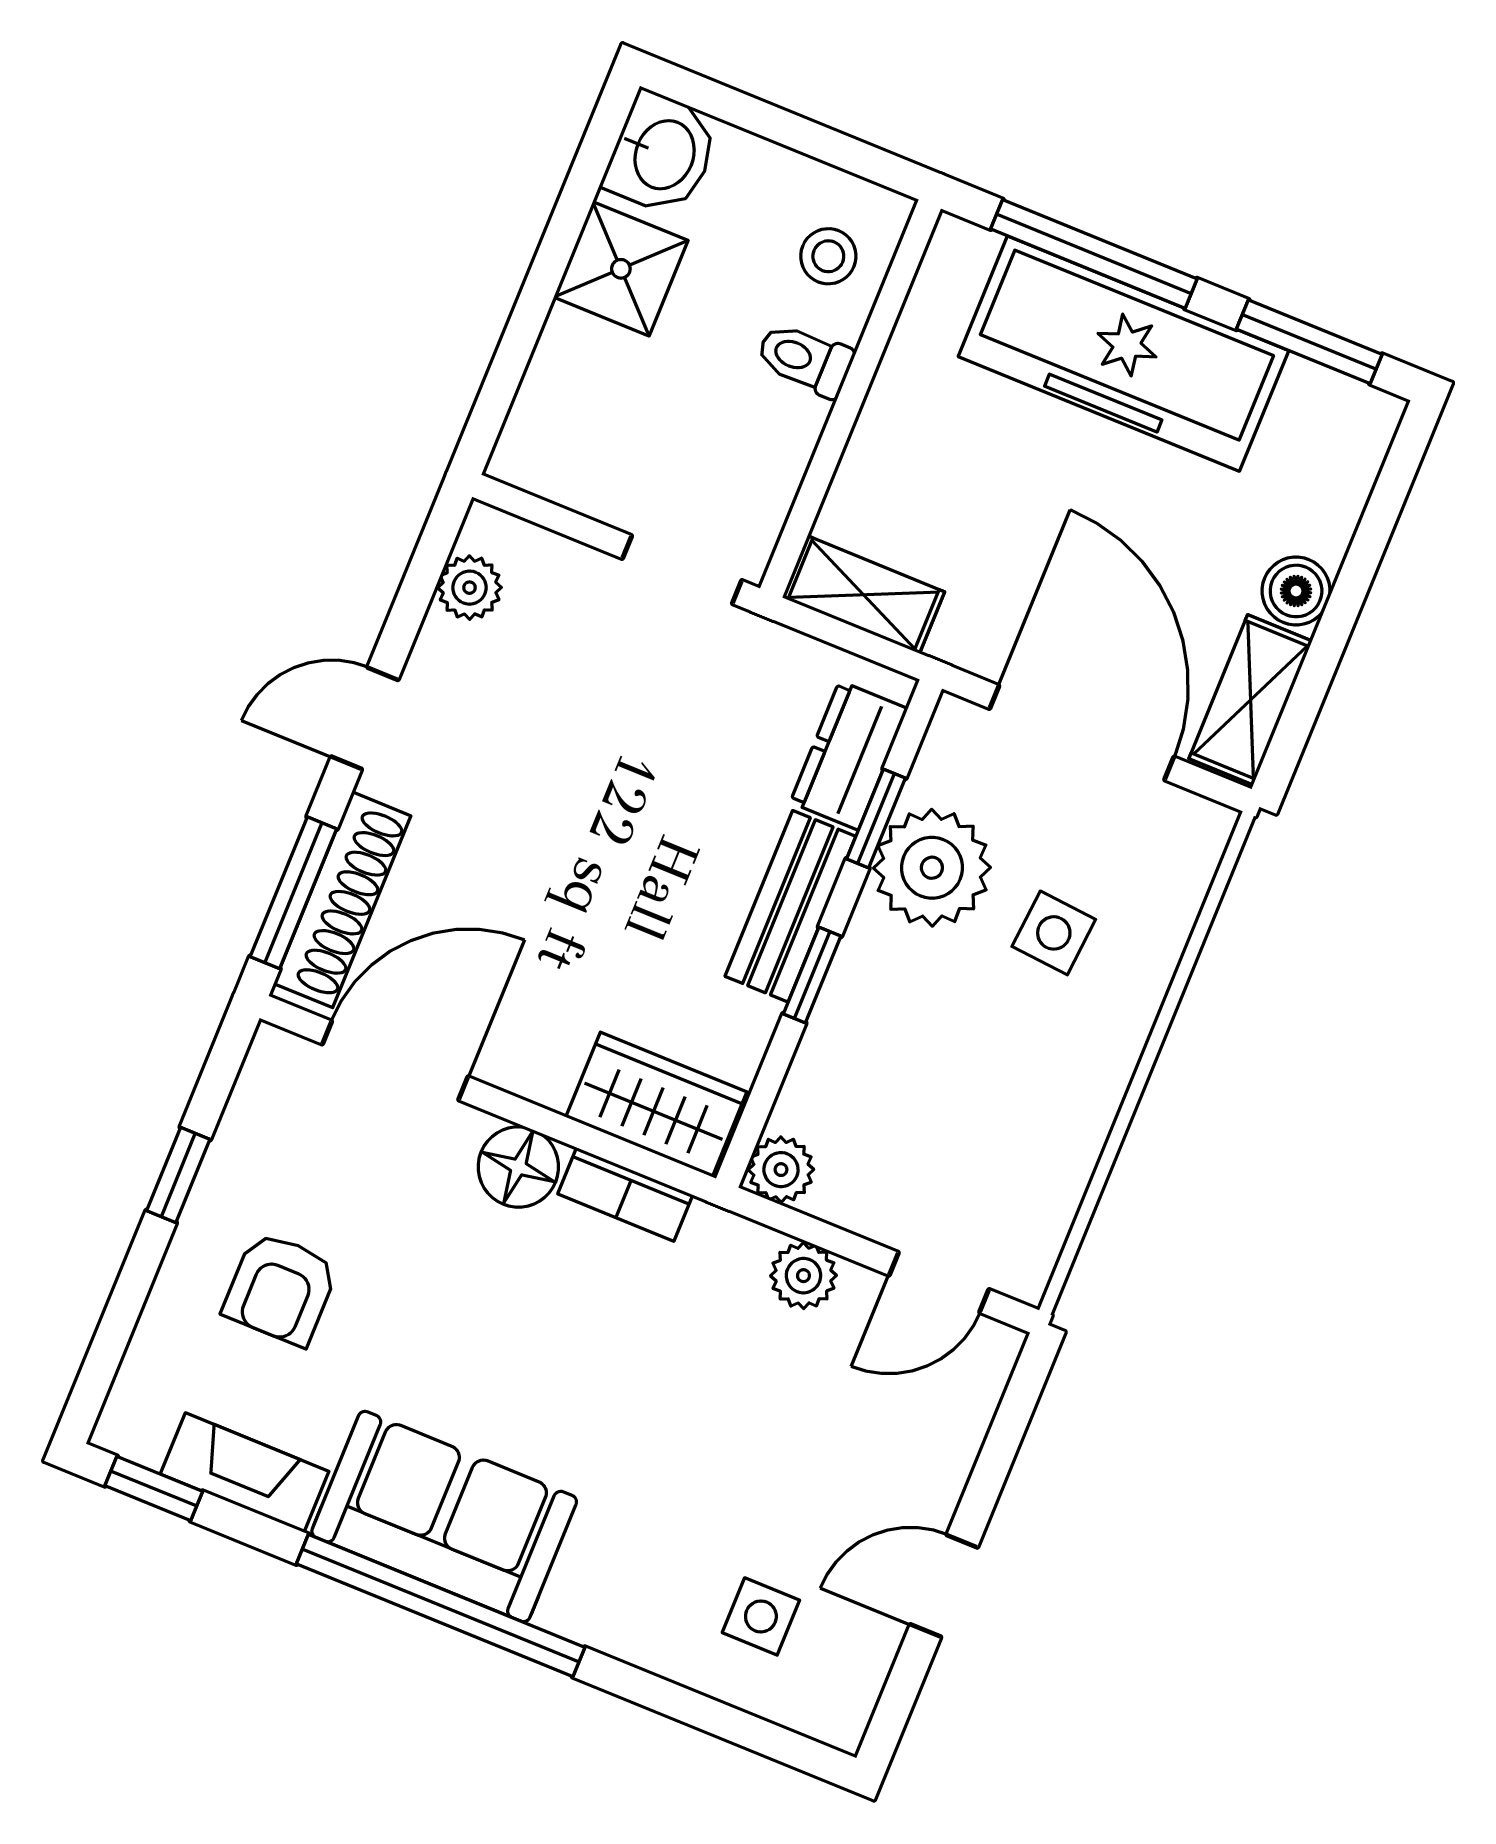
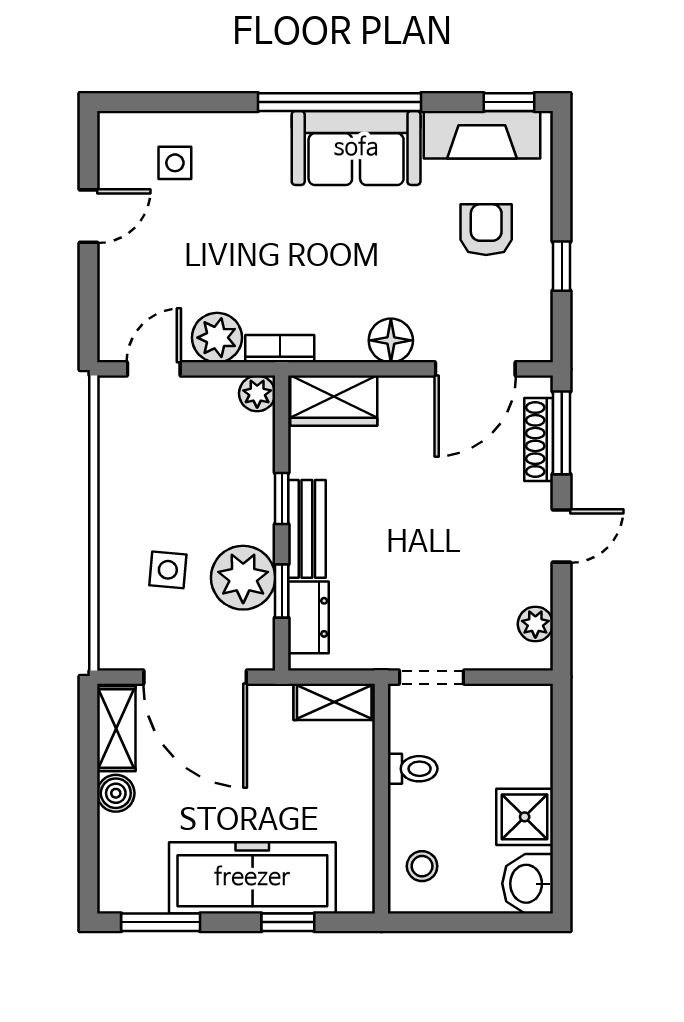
window: (1094, 254) -> (288, 922), width x0.46
toilet: (805, 359) -> (413, 769), moved
shoe rack: (342, 900) -> (539, 439), width x0.74, depth x0.81
bookcase: (625, 1194) -> (280, 349), moved
plant: (803, 1276) -> (217, 338), width x1.38, depth x1.38
fireplace: (245, 1473) -> (482, 135), width x1.37, depth x1.32

